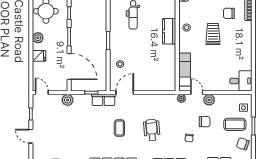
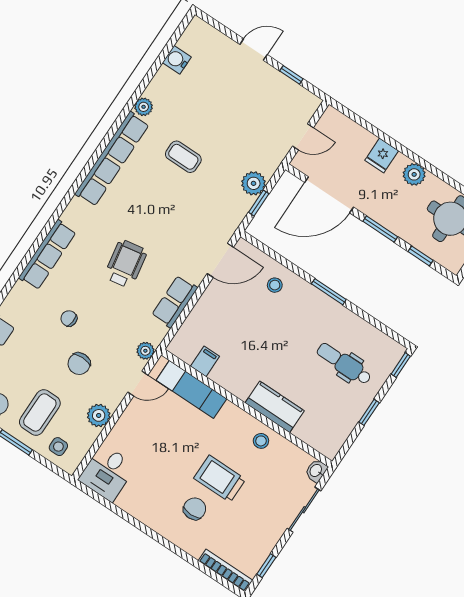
chair: (229, 13) -> (195, 509), moved
trolley: (213, 34) -> (220, 479), turned 180
filing cabinet: (170, 72) -> (205, 361), added
door: (42, 93) -> (303, 137), moved
door: (125, 93) -> (220, 260), hinge flipped
plant: (68, 100) -> (254, 183), moved
row of seats: (104, 100) -> (175, 302), moved
plant: (209, 100) -> (99, 415), moved
coffee table: (119, 128) -> (183, 157), moved
wheelchair: (152, 130) -> (126, 264), turned -95

